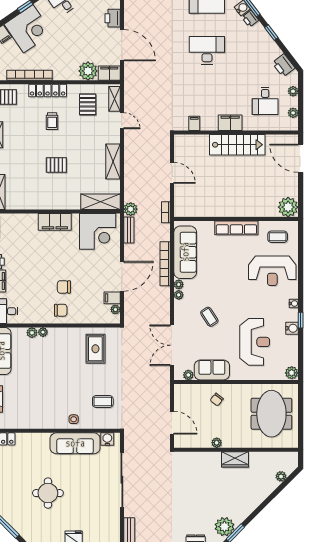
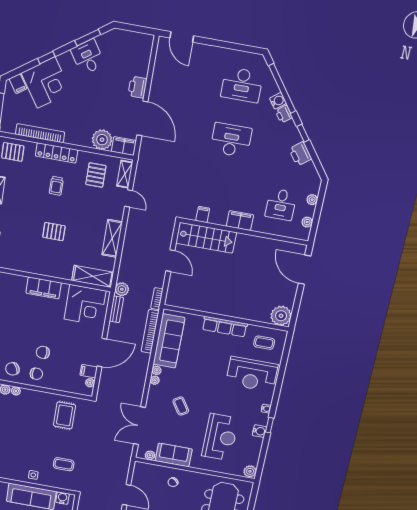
printer: (284, 65) -> (300, 154), moved
stairs: (237, 145) -> (206, 238), moved
bookcase: (165, 264) -> (150, 331), moved
chair: (36, 310) -> (12, 369), added

